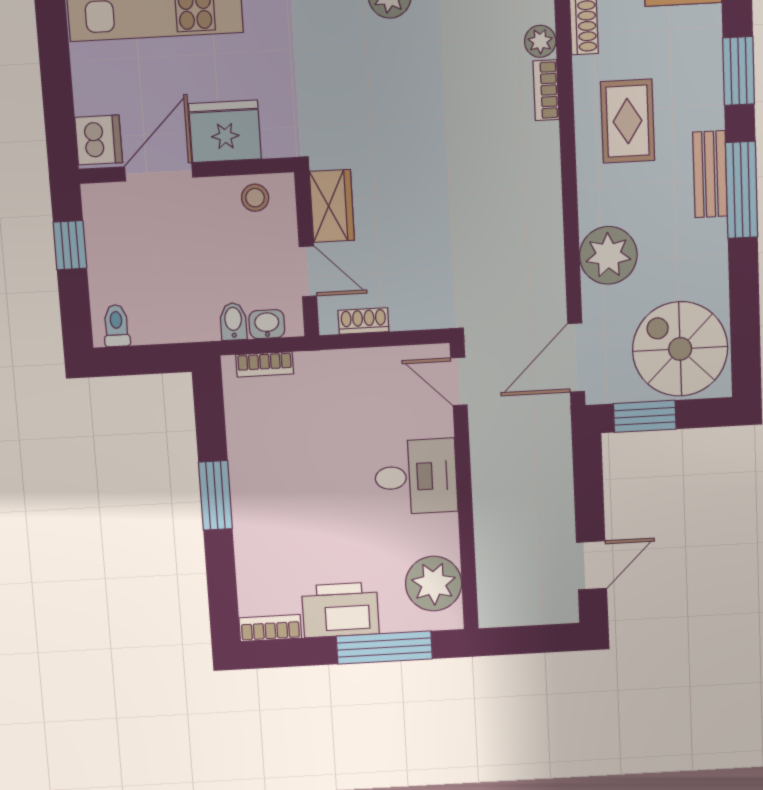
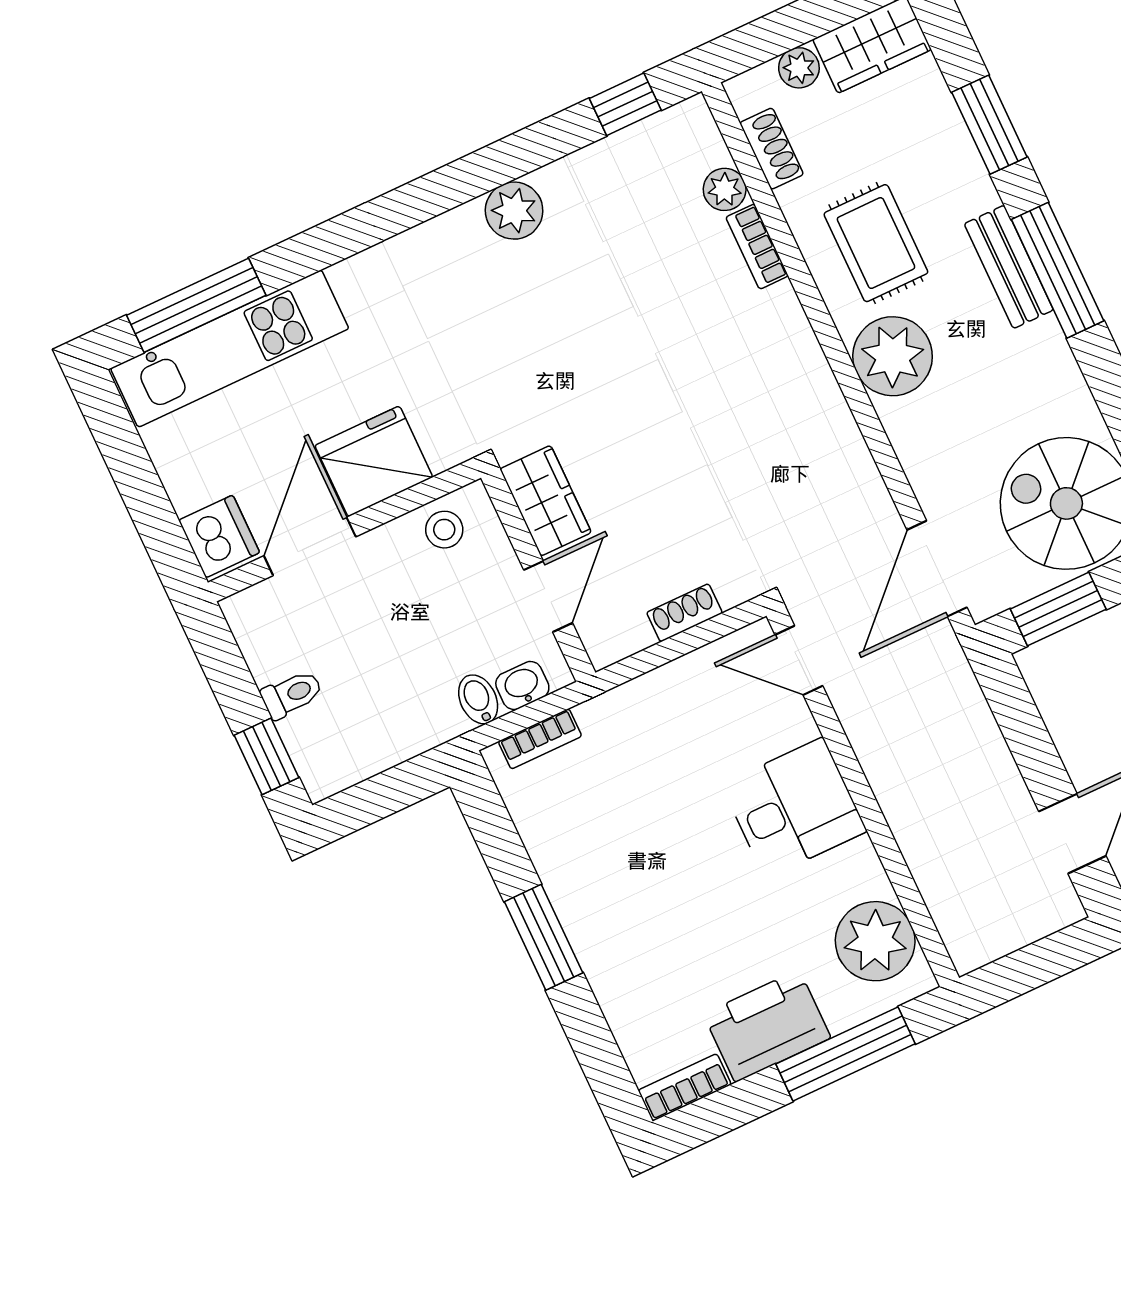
window: (70, 245) -> (266, 756), moved
plant: (608, 255) -> (893, 356), moved
door: (308, 271) -> (548, 596), hinge flipped
shoe rack: (363, 321) -> (685, 613), moved
toilet: (116, 326) -> (292, 694), moved, turned 90

